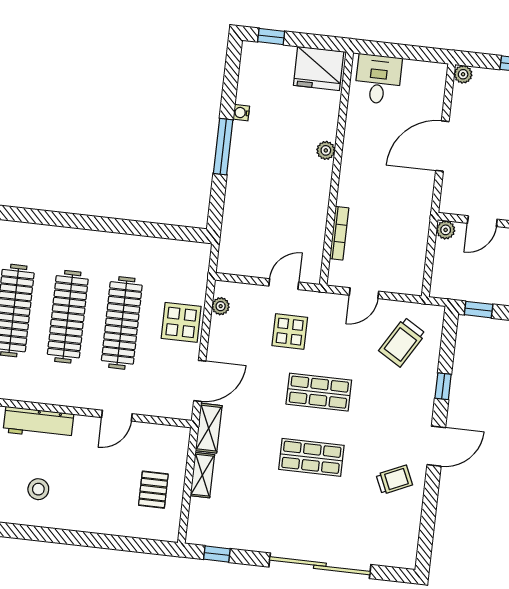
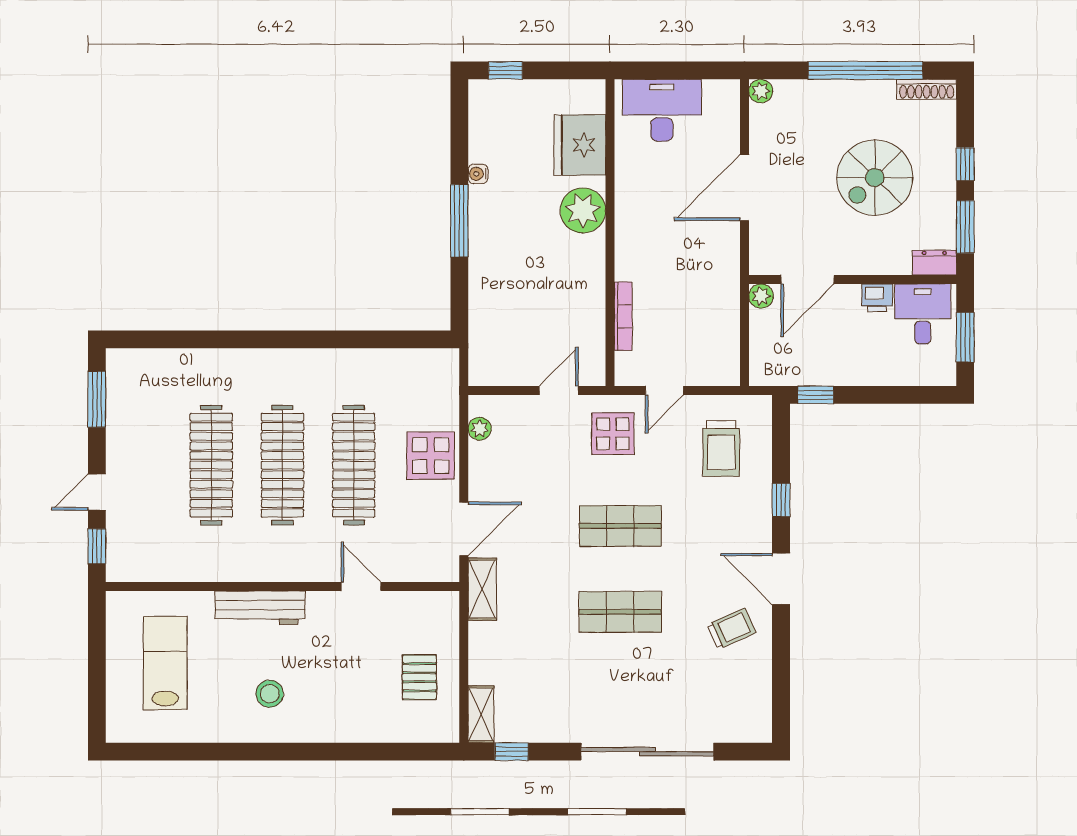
fridge: (319, 68) -> (580, 145), moved, turned 90
desk: (378, 79) -> (662, 110), width x1.37
plant: (326, 150) -> (583, 210), width x1.87, depth x1.87
door: (482, 221) -> (807, 279), width x1.38
display table: (290, 332) -> (613, 434), moved
trolley: (402, 342) -> (721, 449), turned -31
door: (117, 416) -> (361, 586), swing flipped
door: (436, 446) -> (781, 579), swing flipped
shelving: (202, 475) -> (481, 714), moved

